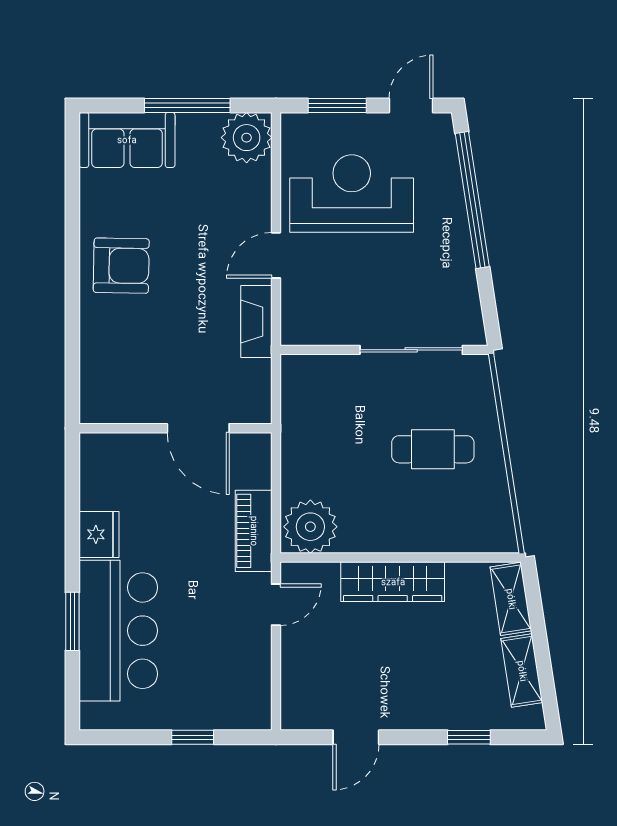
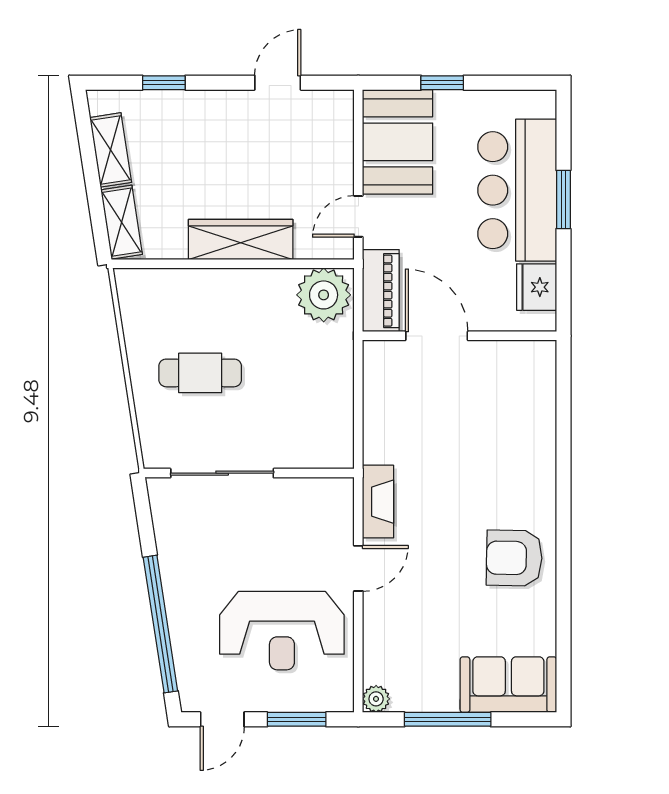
plant: (247, 138) -> (376, 699), width x0.53, depth x0.53
wall: (175, 428) -> (459, 336), moved
door: (198, 428) -> (437, 336), moved
booth: (237, 679) -> (398, 142), added

